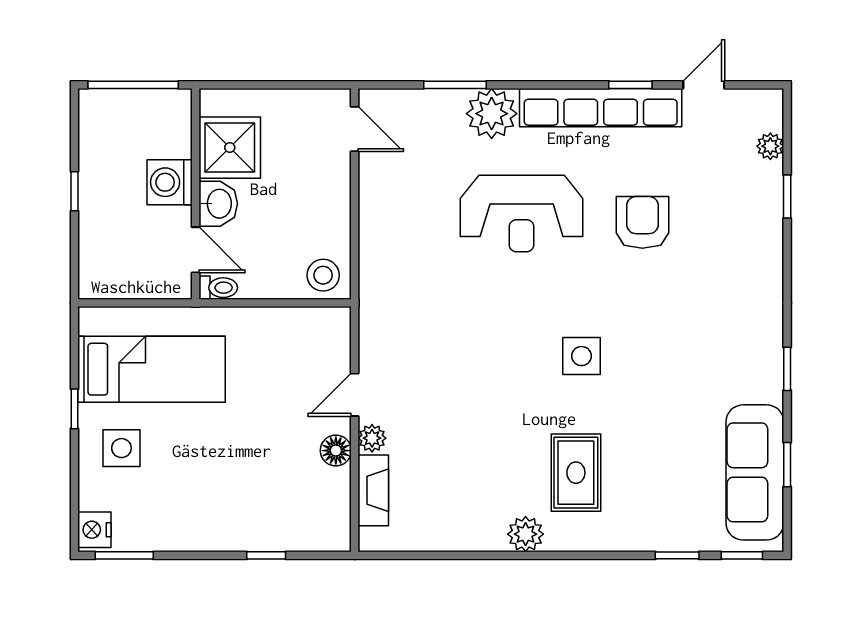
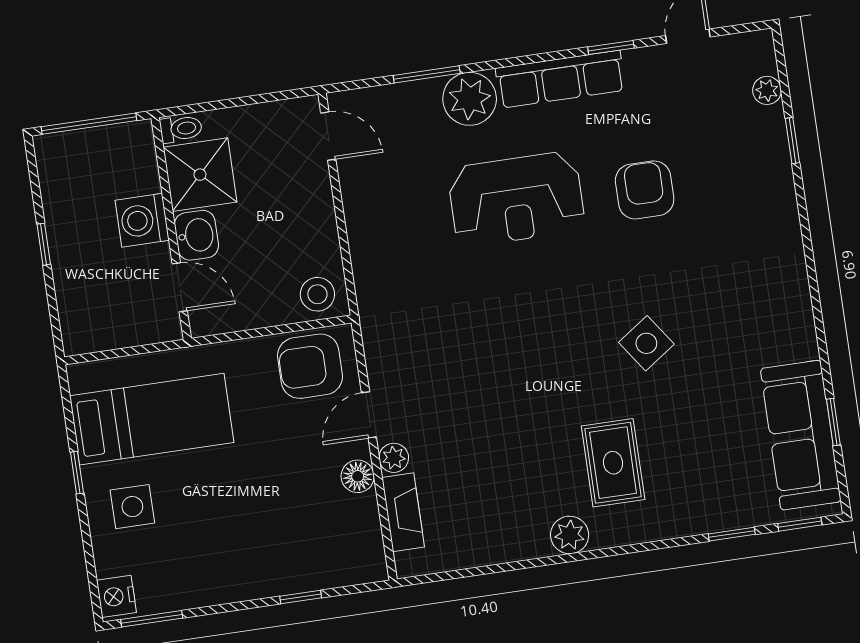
row of seats: (601, 108) -> (560, 79), width x0.73
toilet: (218, 288) -> (181, 129), moved
armchair: (306, 341) -> (310, 366), added
side table: (581, 356) -> (646, 343), moved, turned -35
window: (787, 369) -> (819, 322), removed

